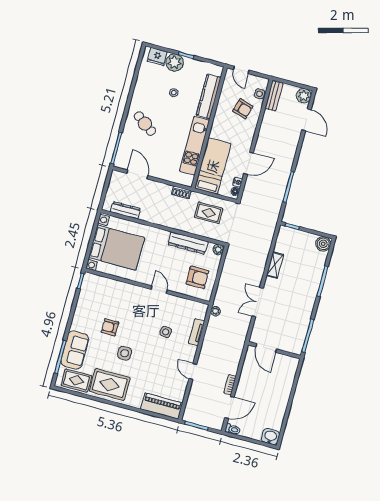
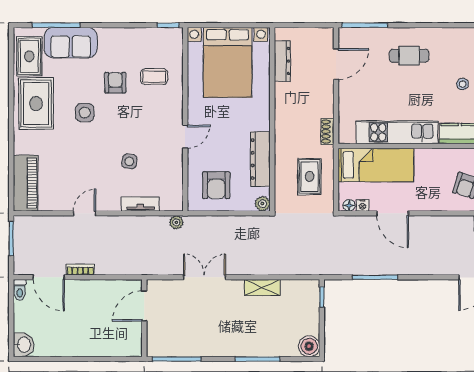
cafe table: (145, 124) -> (409, 56), turned 54
coffee table: (113, 300) -> (154, 77), added

